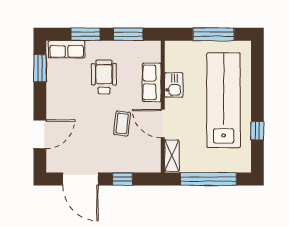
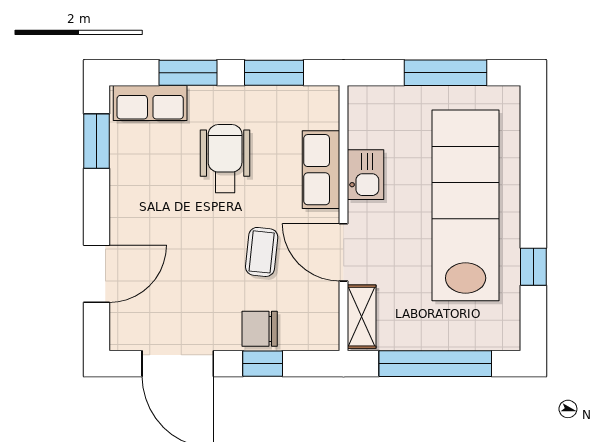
chair: (121, 162) -> (260, 329), added

